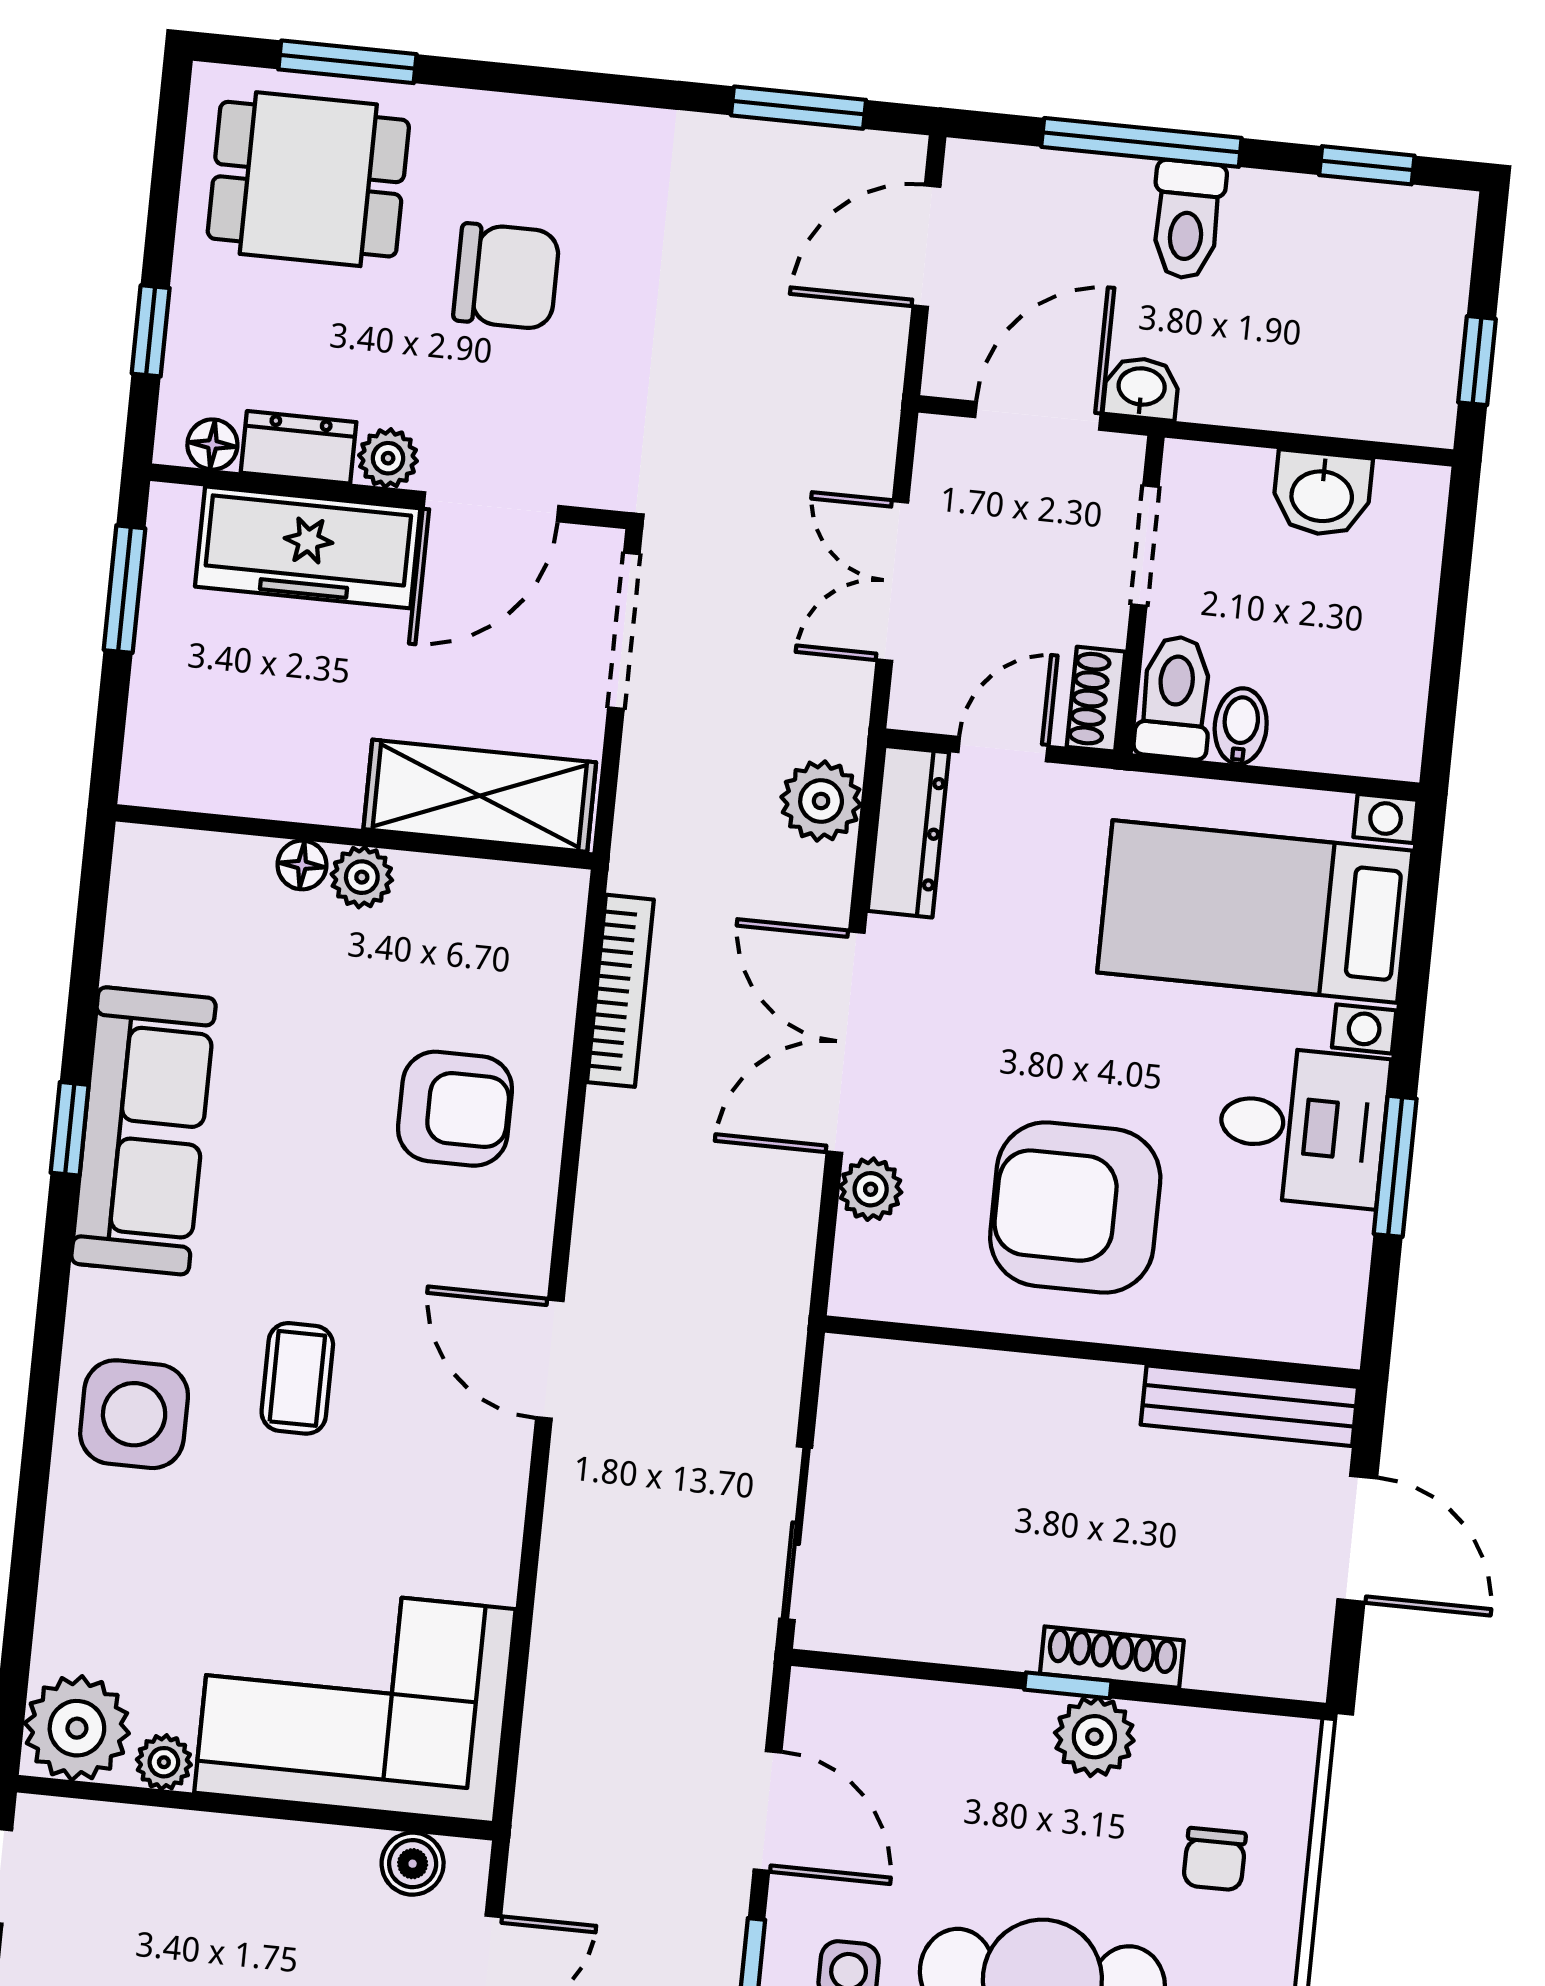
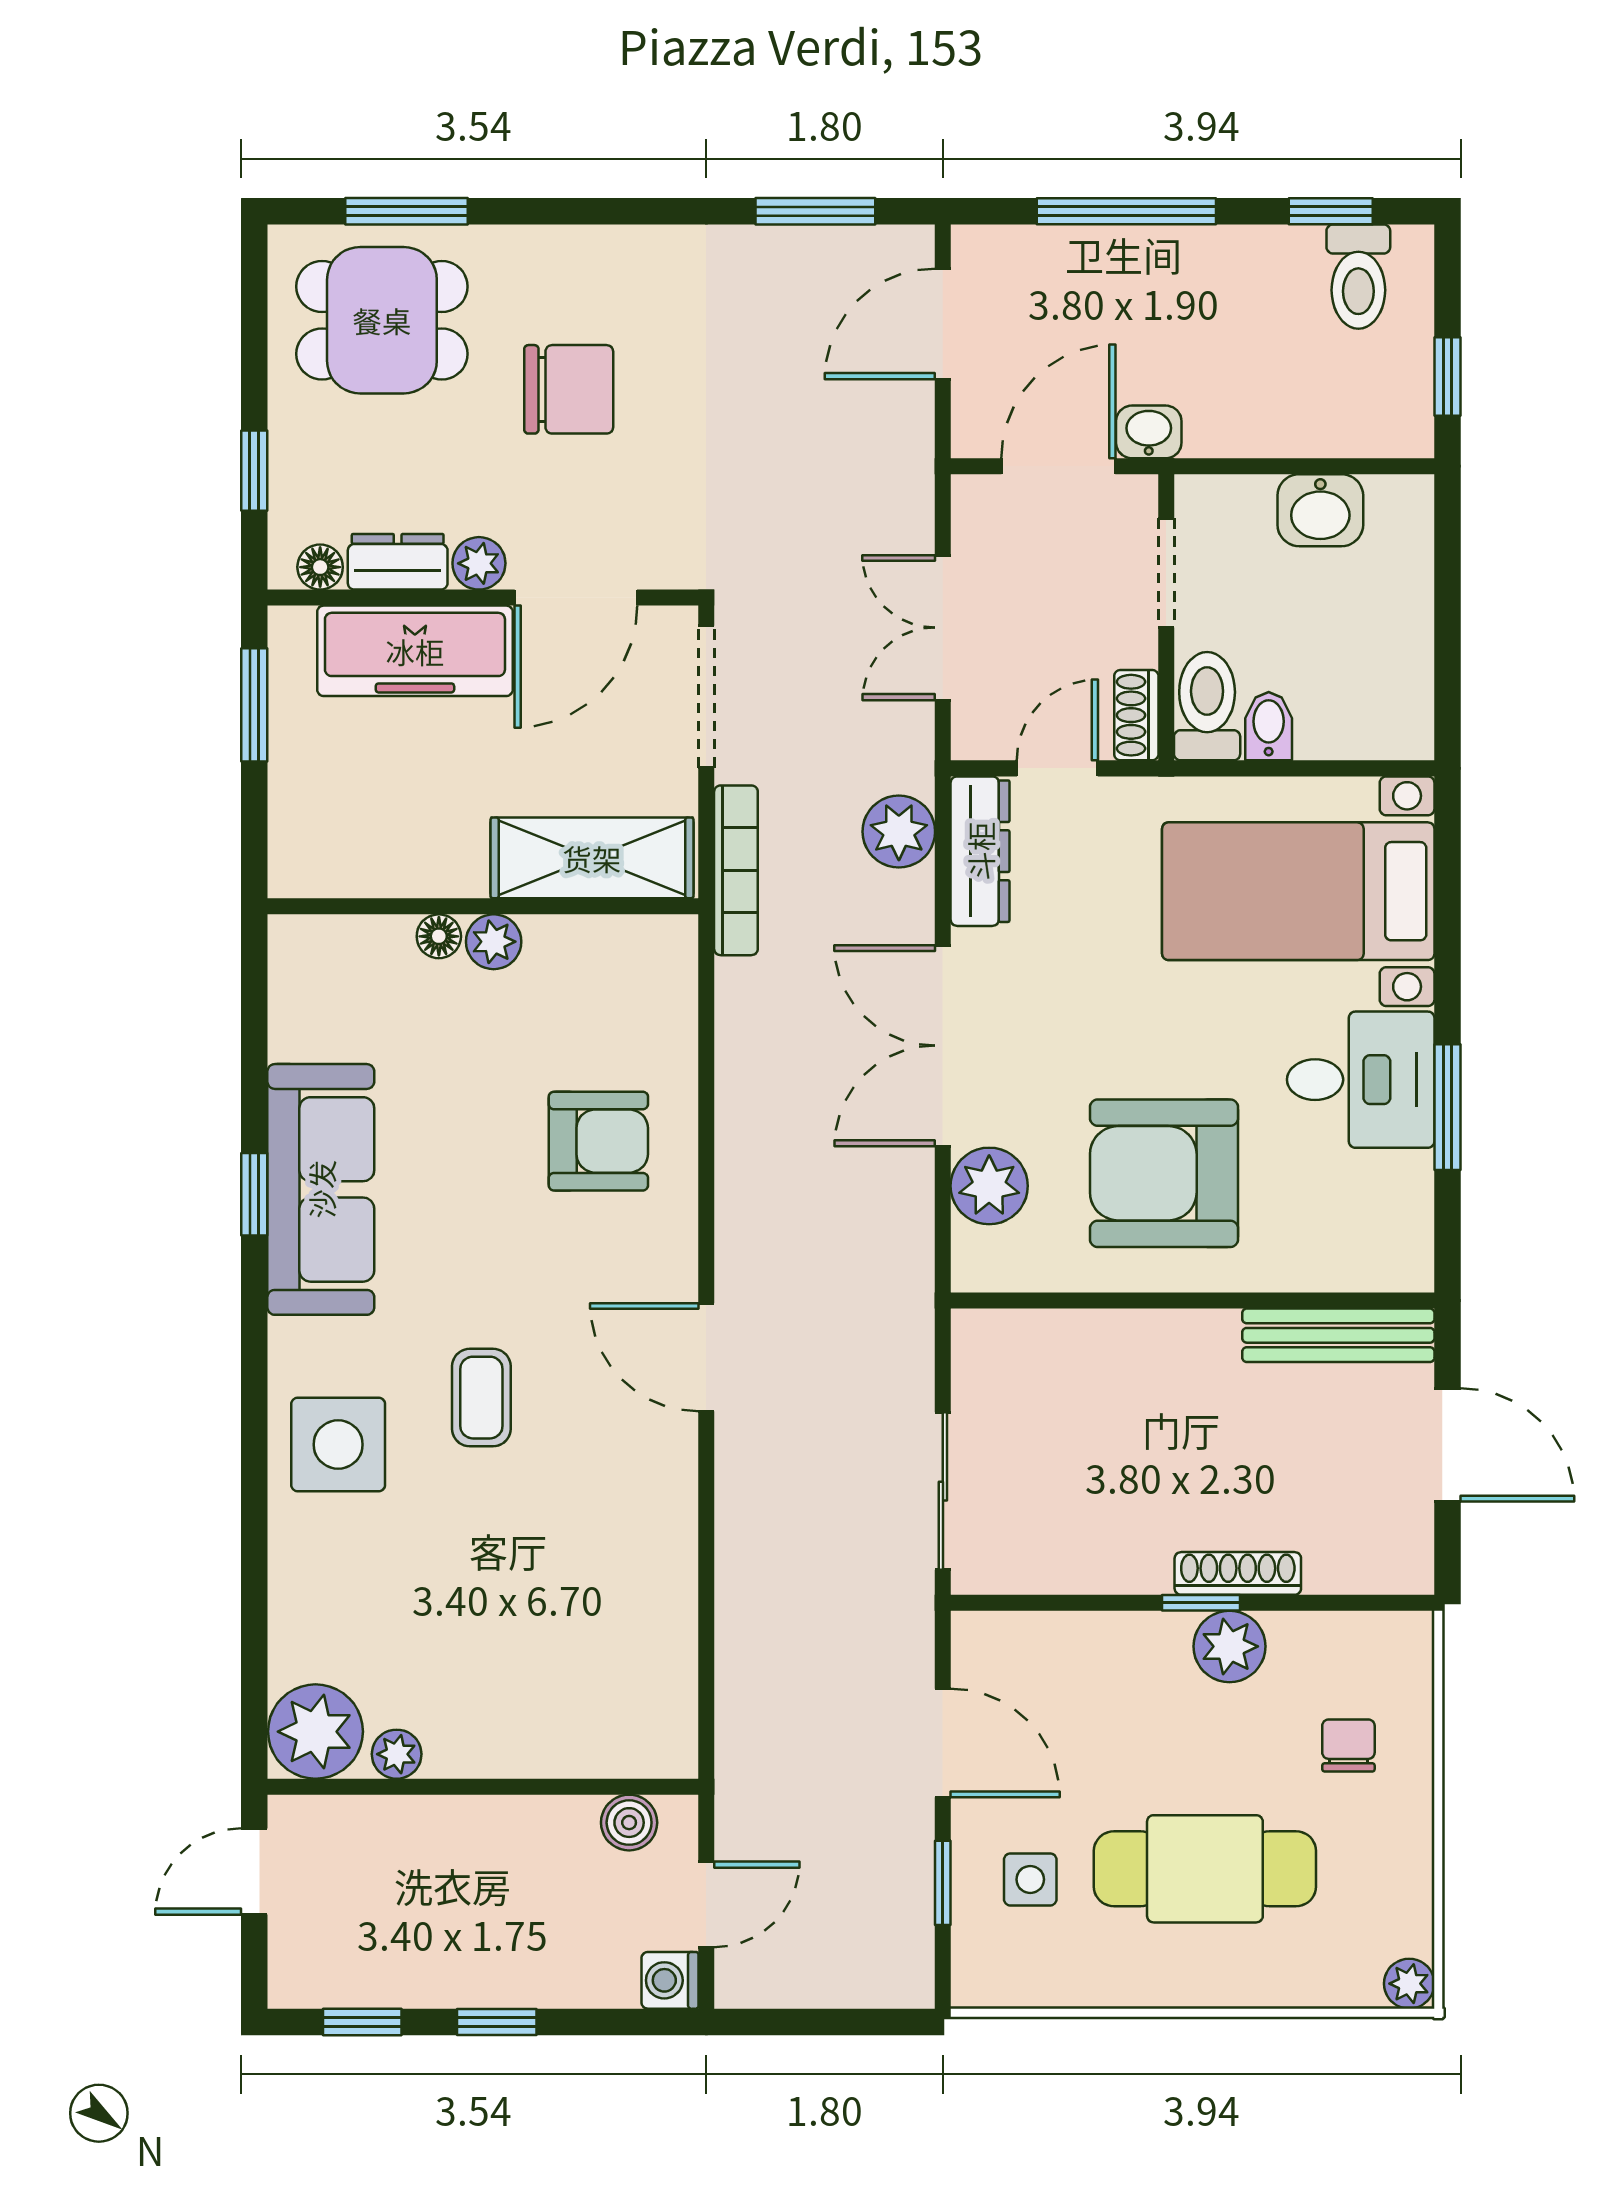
toilet: (1187, 220) -> (1358, 277), moved
bookcase: (620, 991) -> (736, 870), moved
plant: (871, 1189) -> (989, 1186), width x1.38, depth x1.38
corner sofa: (355, 1701) -> (562, 1682), removed
chair: (1215, 1859) -> (1348, 1745), turned 180

